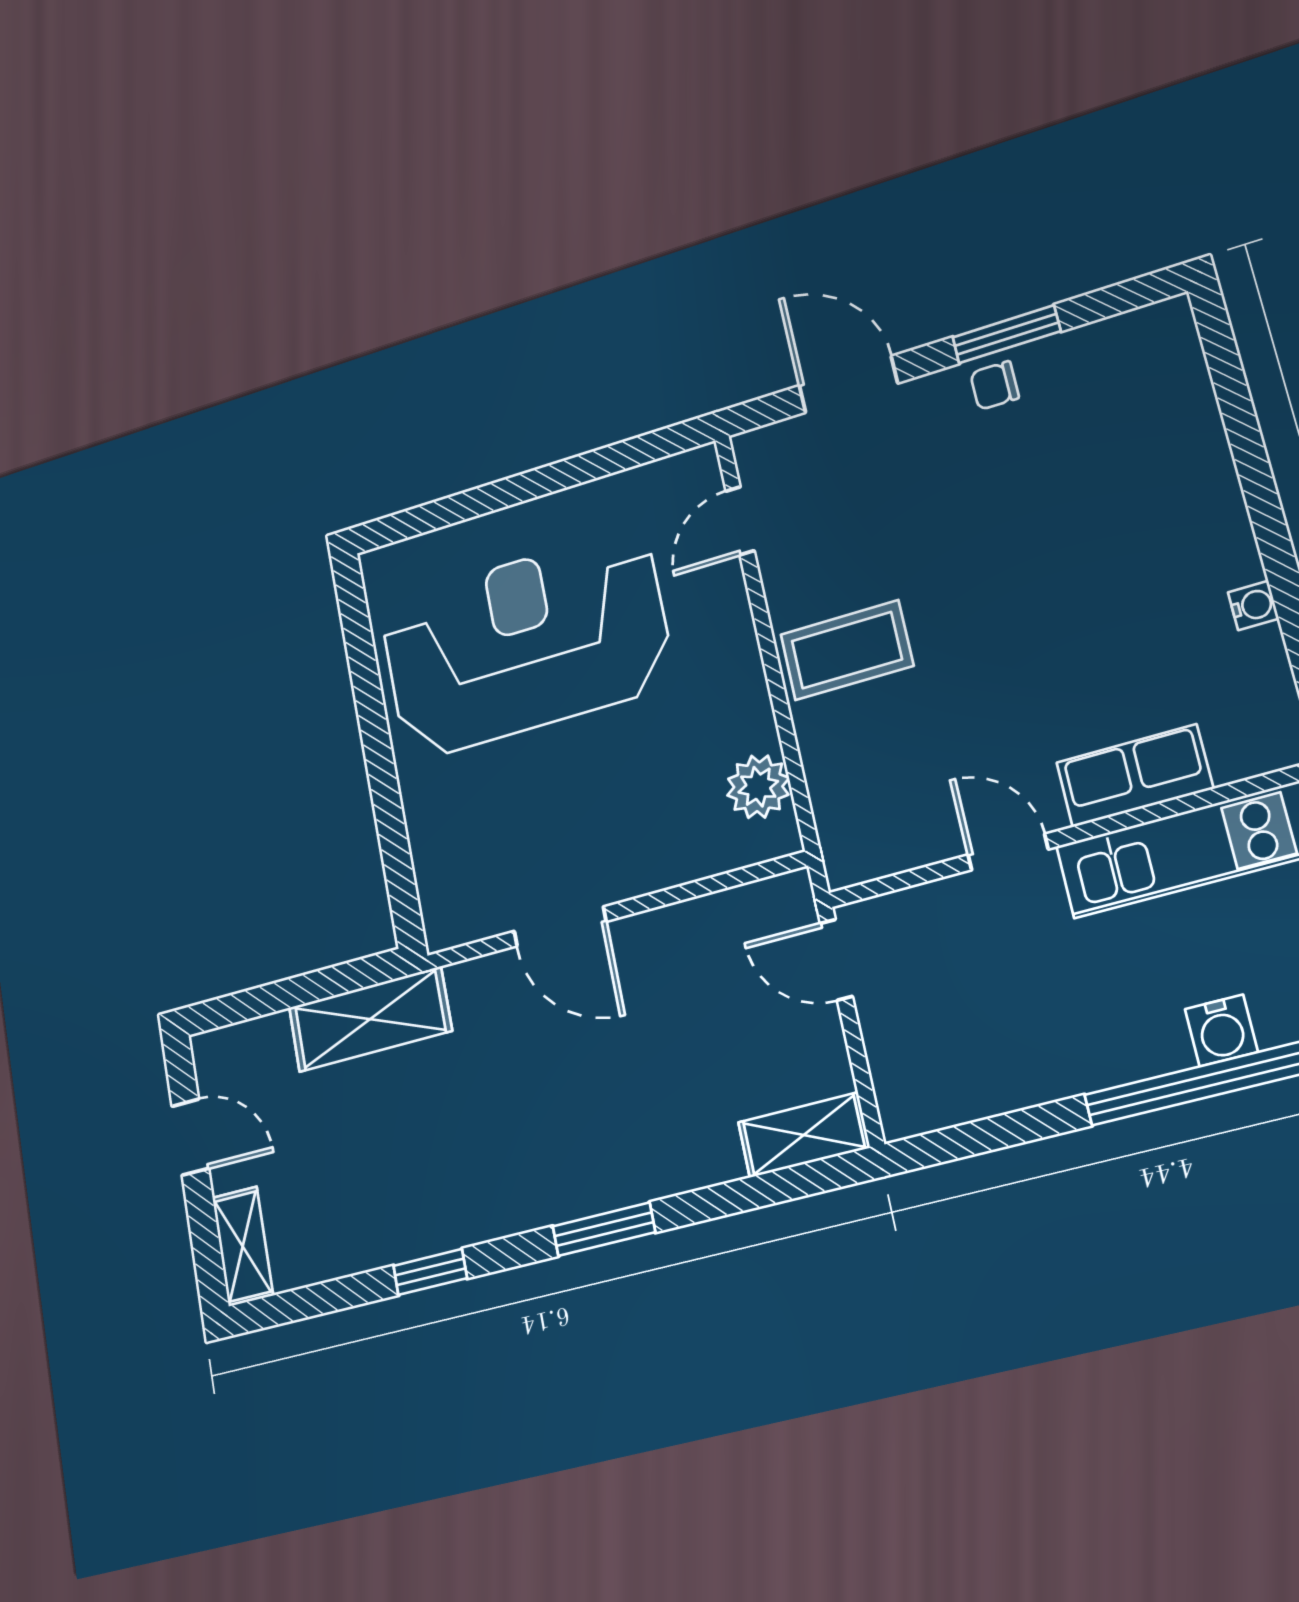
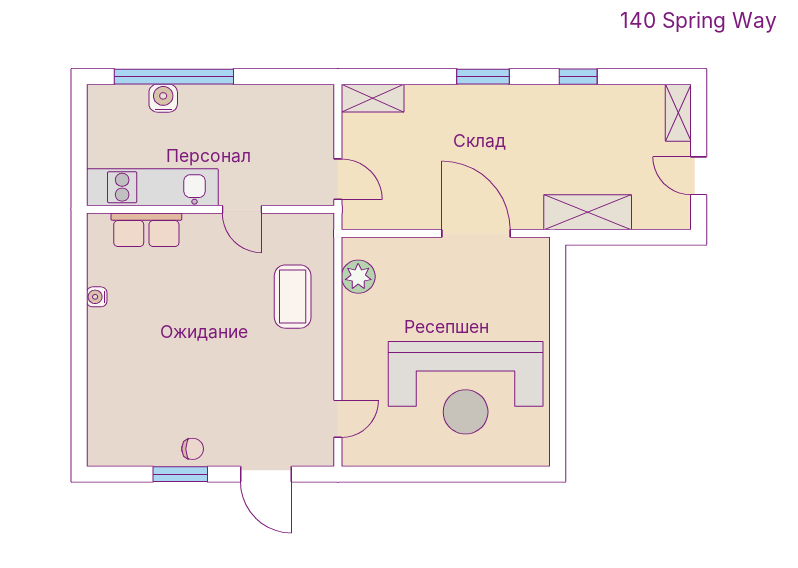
coffee table: (847, 650) -> (293, 297), moved, turned 90
row of seats: (1135, 776) -> (146, 230), moved
door: (560, 926) -> (476, 233), width x1.36

